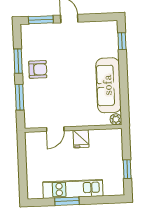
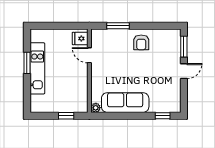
window: (18, 61) -> (149, 26), removed
fridge: (81, 139) -> (80, 38), moved
window: (127, 169) -> (66, 116), moved

